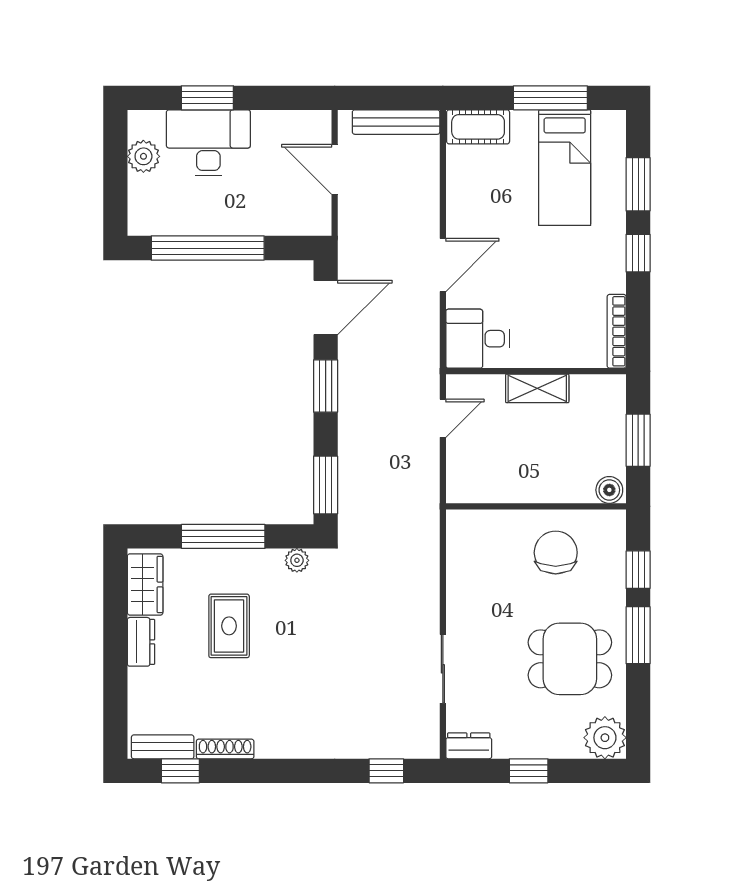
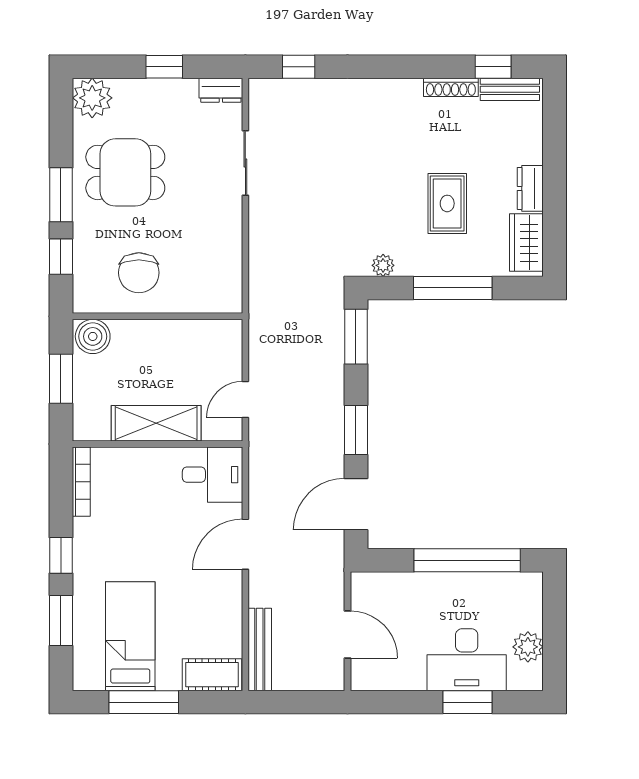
bench: (396, 122) -> (260, 649), moved, turned 90
shelving: (537, 388) -> (156, 423), width x1.50, depth x1.33
boiler: (609, 490) -> (93, 336), width x1.36, depth x1.36

